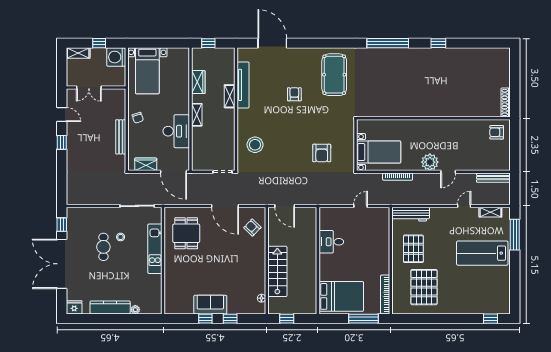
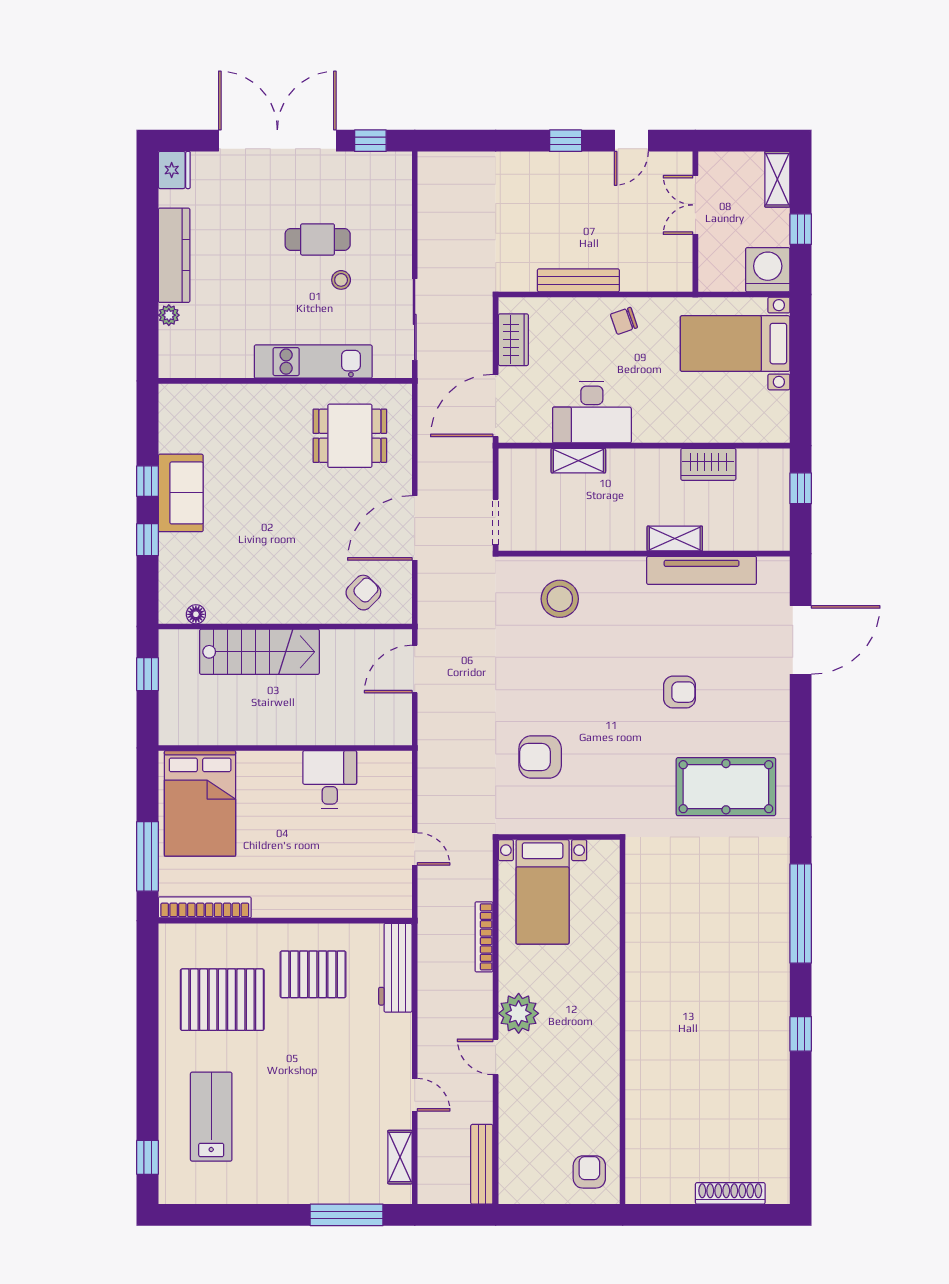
shoe rack: (506, 102) -> (730, 1193), moved
shelving: (197, 115) -> (578, 461), moved
lab bench: (482, 253) -> (211, 1117), moved, width x0.73, depth x0.72

